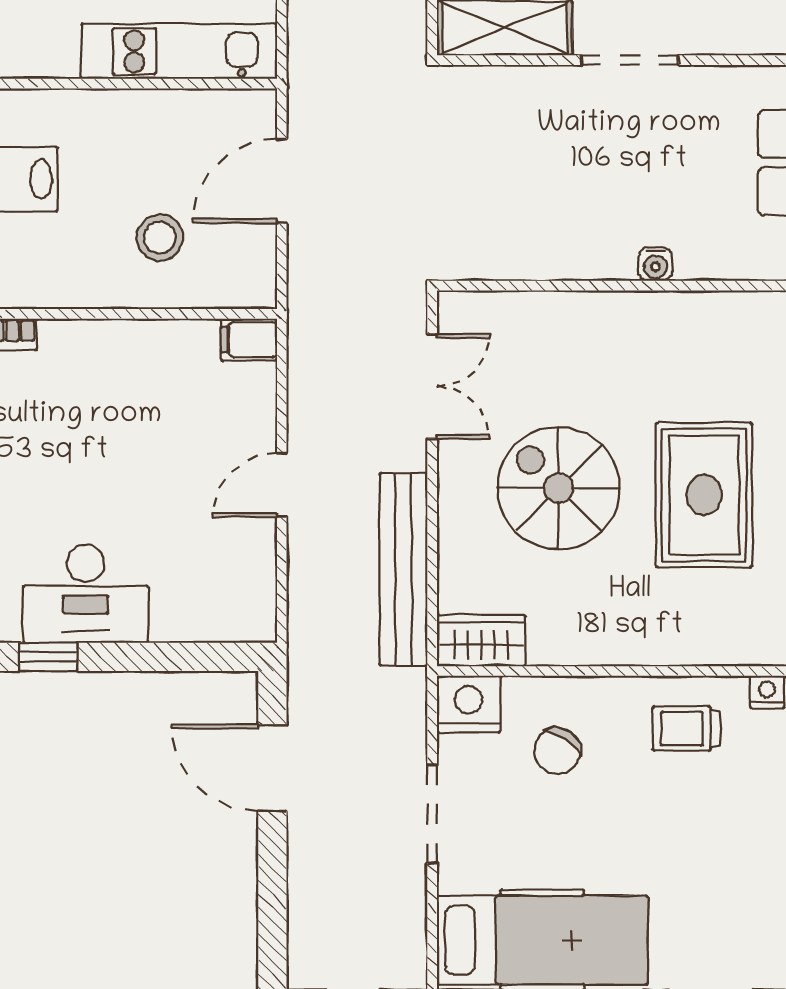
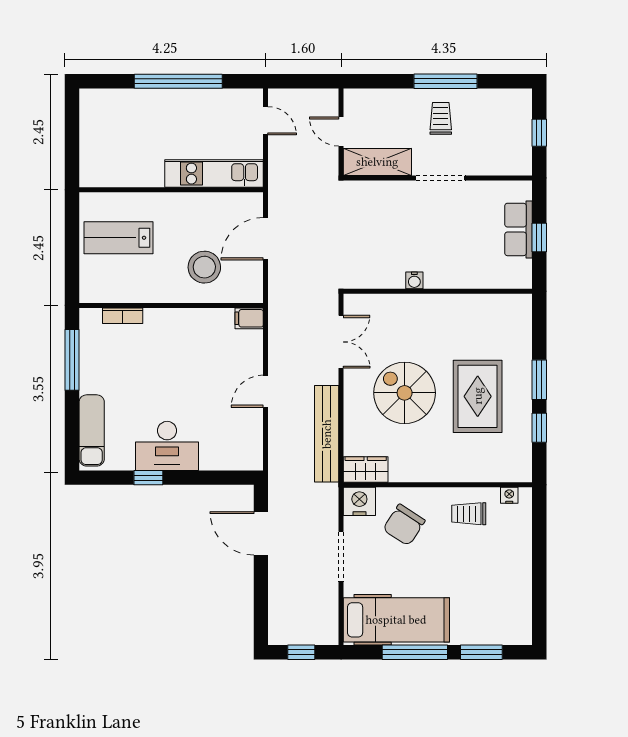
stool: (160, 238) -> (204, 267), width x1.38, depth x1.38
water cooler: (655, 264) -> (414, 280), moved
chair: (557, 751) -> (404, 525), width x1.37, depth x1.37

